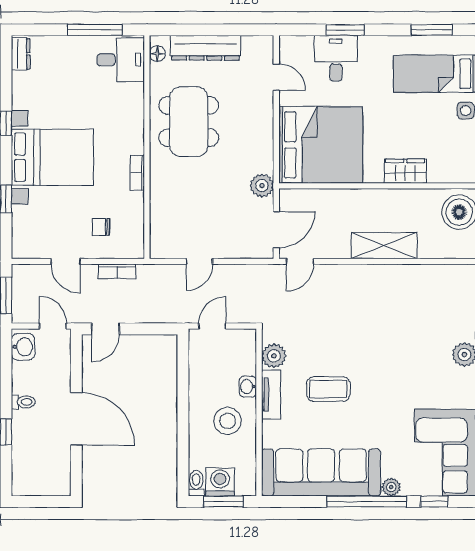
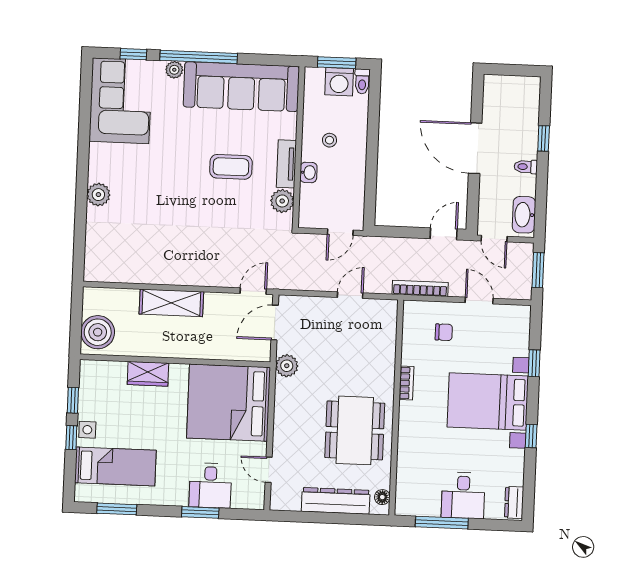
desk: (121, 60) -> (463, 495), moved, turned -90
bookcase: (117, 271) -> (420, 288), width x1.56
washbasin: (23, 347) -> (524, 215), width x1.38
stool: (228, 421) -> (329, 140), width x0.53, depth x0.53

